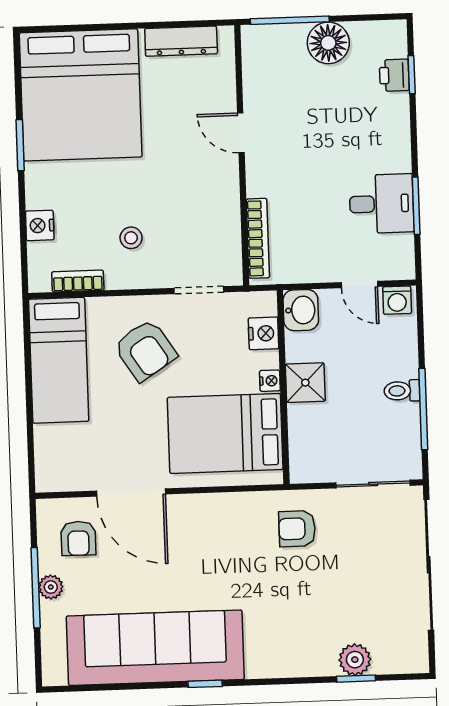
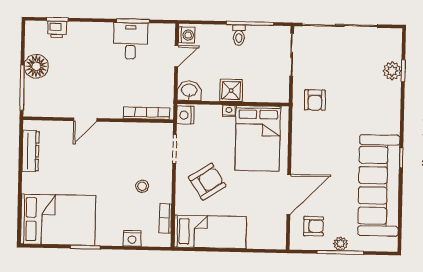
bed: (81, 95) -> (58, 220), width x0.73
nightstand: (263, 333) -> (185, 115), moved, turned -90

